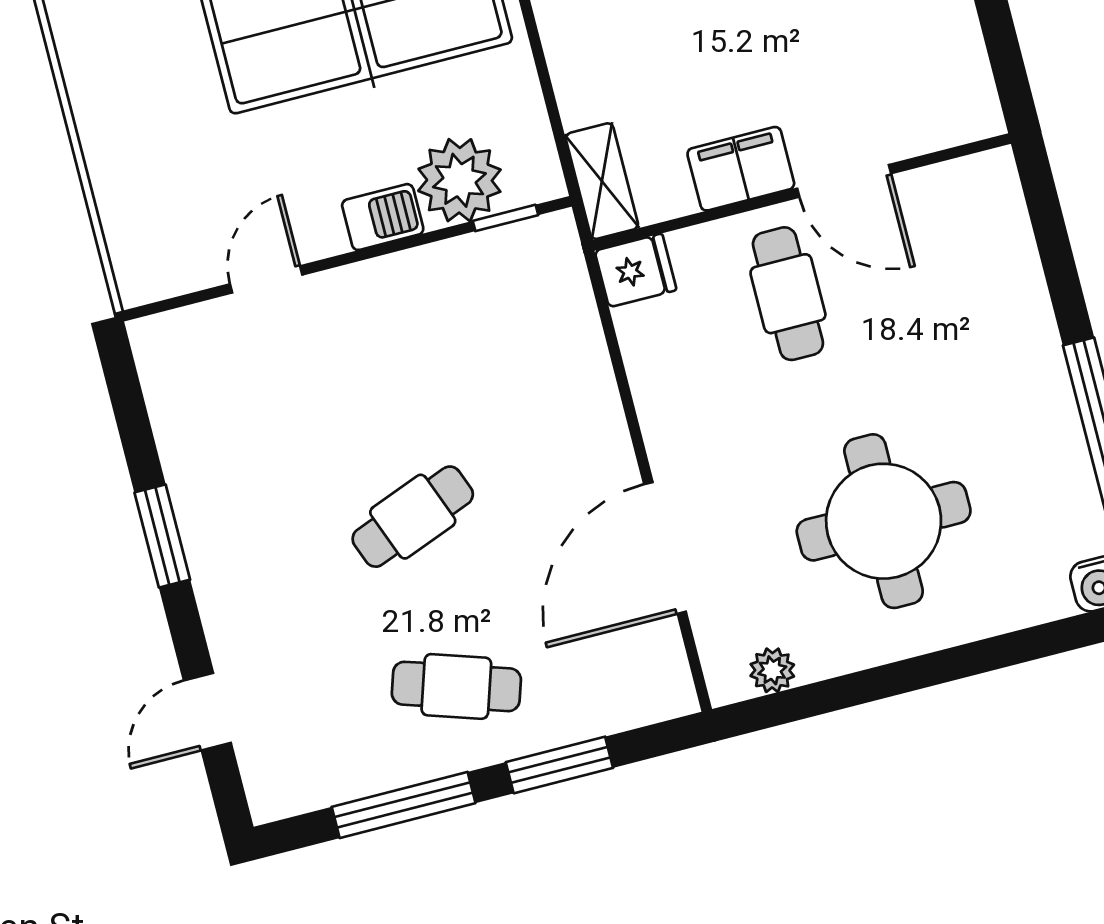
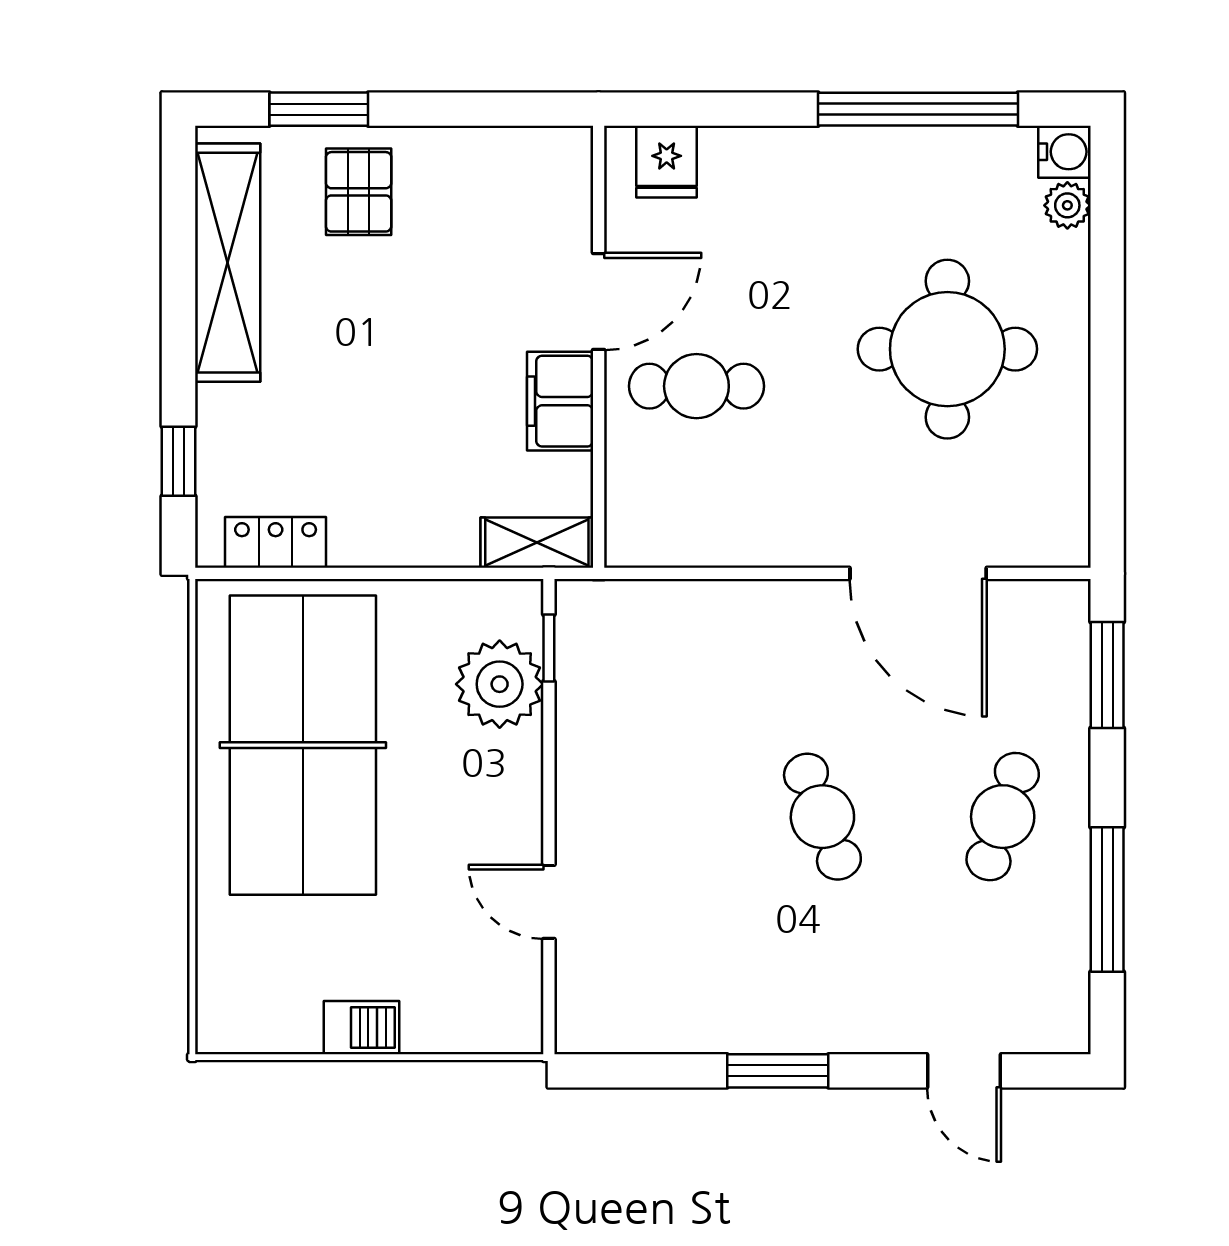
barbecue: (383, 217) -> (362, 1028), moved, turned 90
fridge: (636, 270) -> (667, 162), moved, turned 180
plant: (772, 670) -> (1067, 205), moved
window: (559, 765) -> (1107, 675), moved

